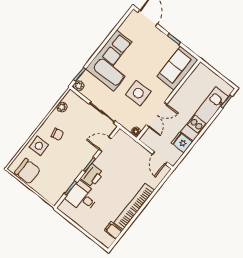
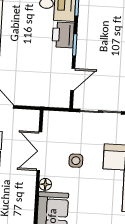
side table: (138, 93) -> (76, 161), width x0.54, depth x0.54
floor lamp: (136, 132) -> (45, 184), moved

